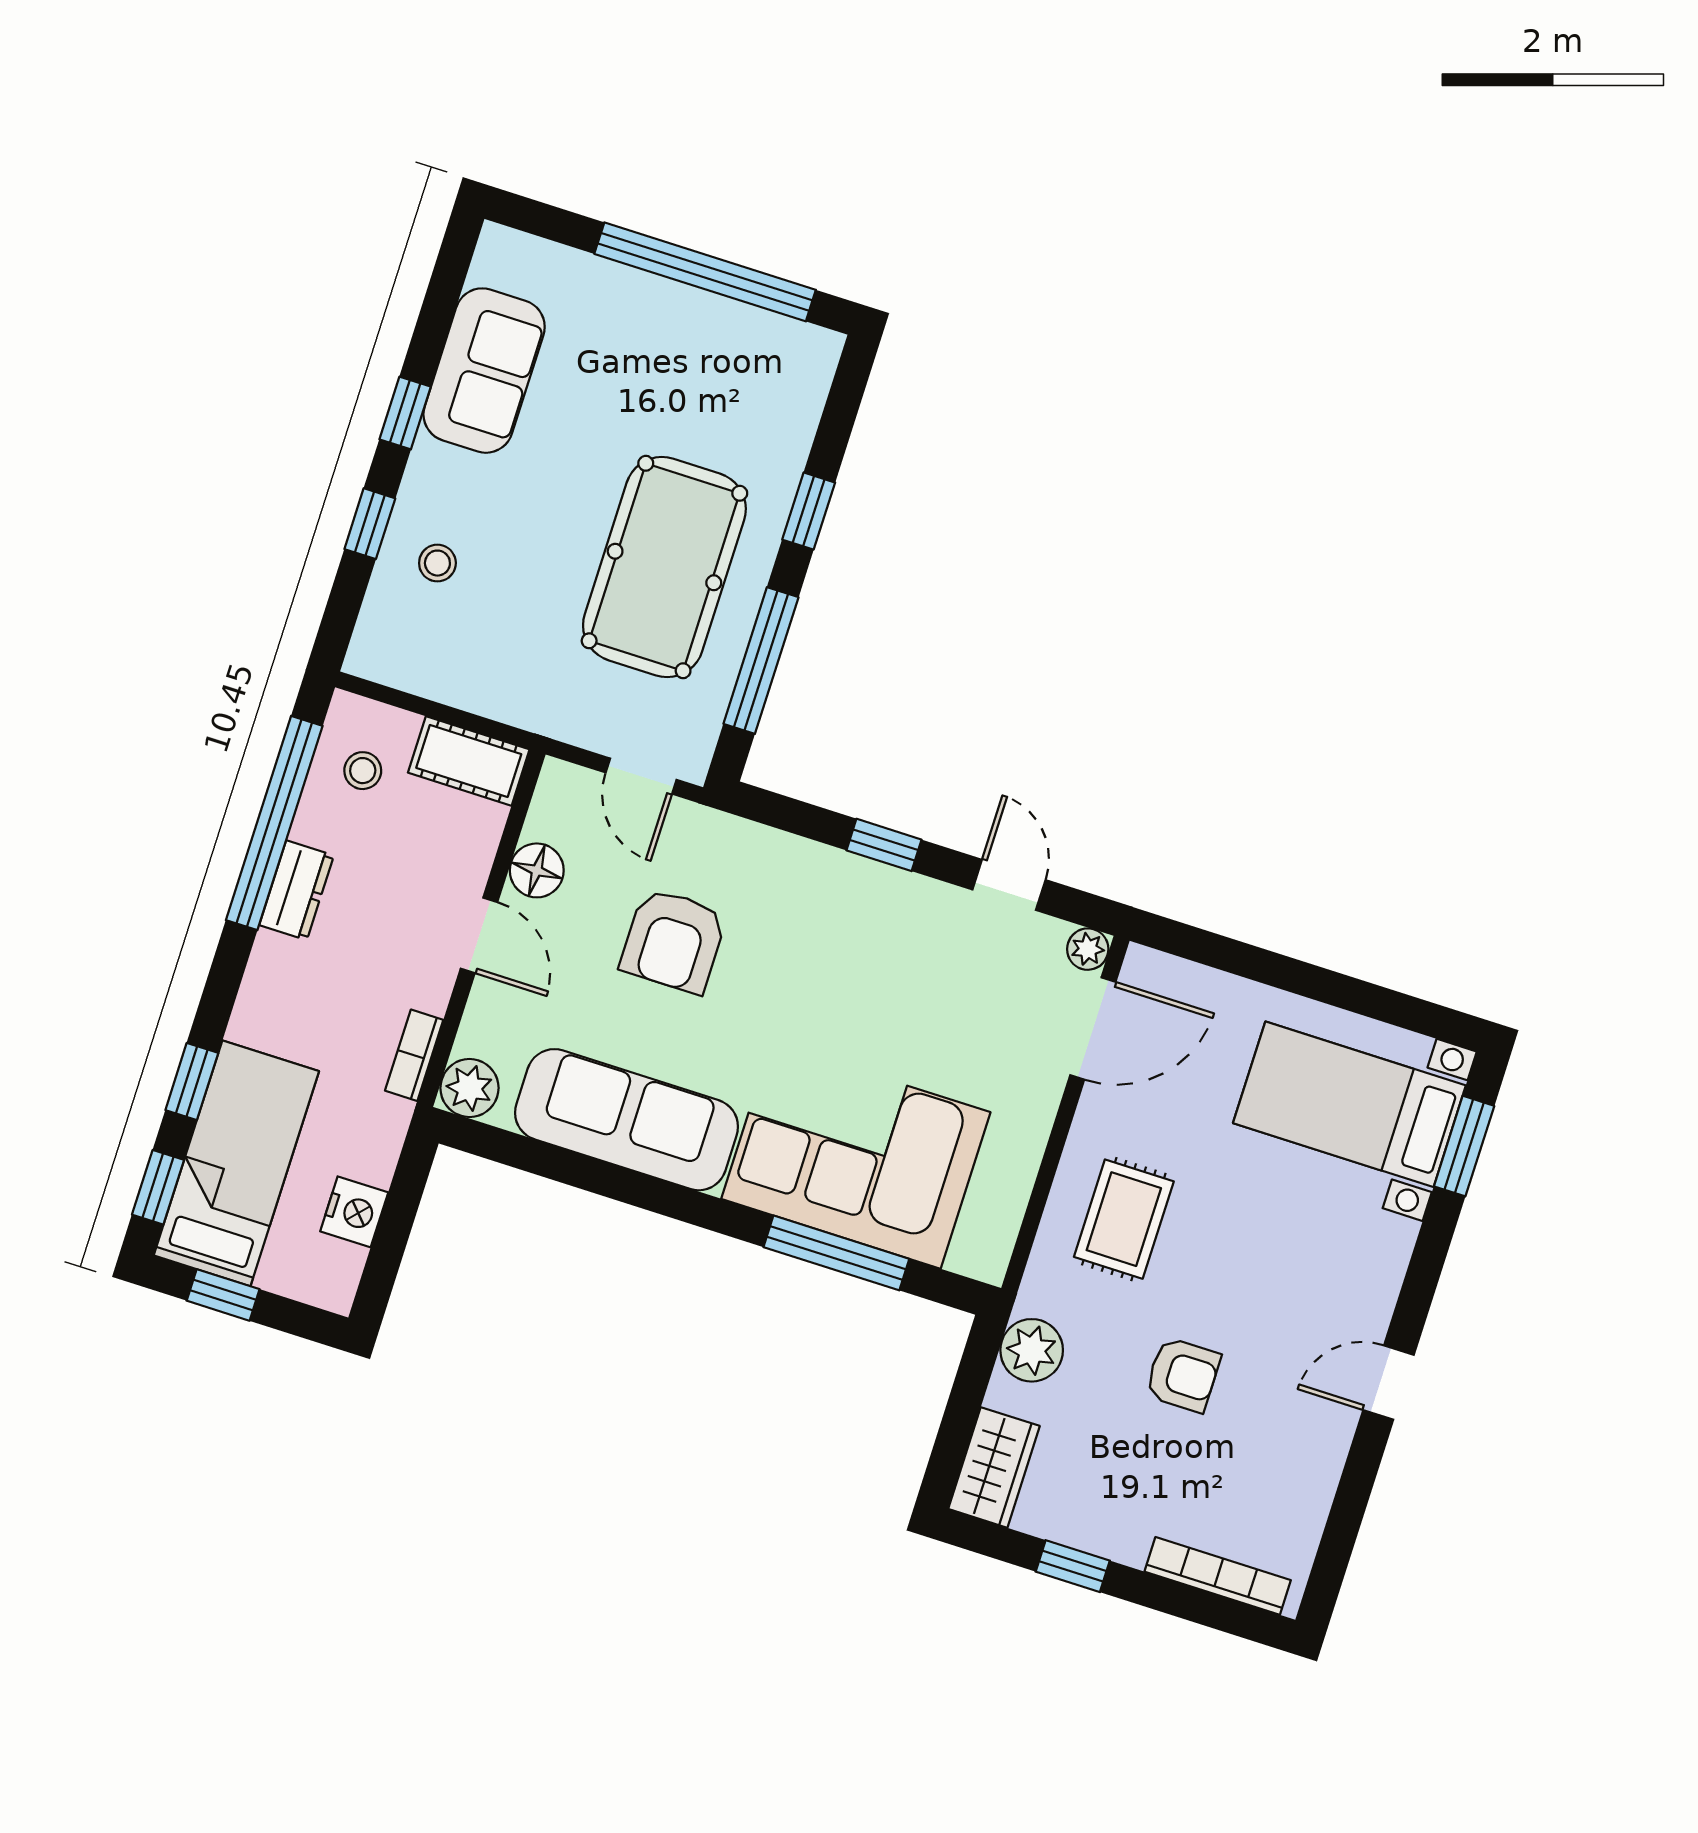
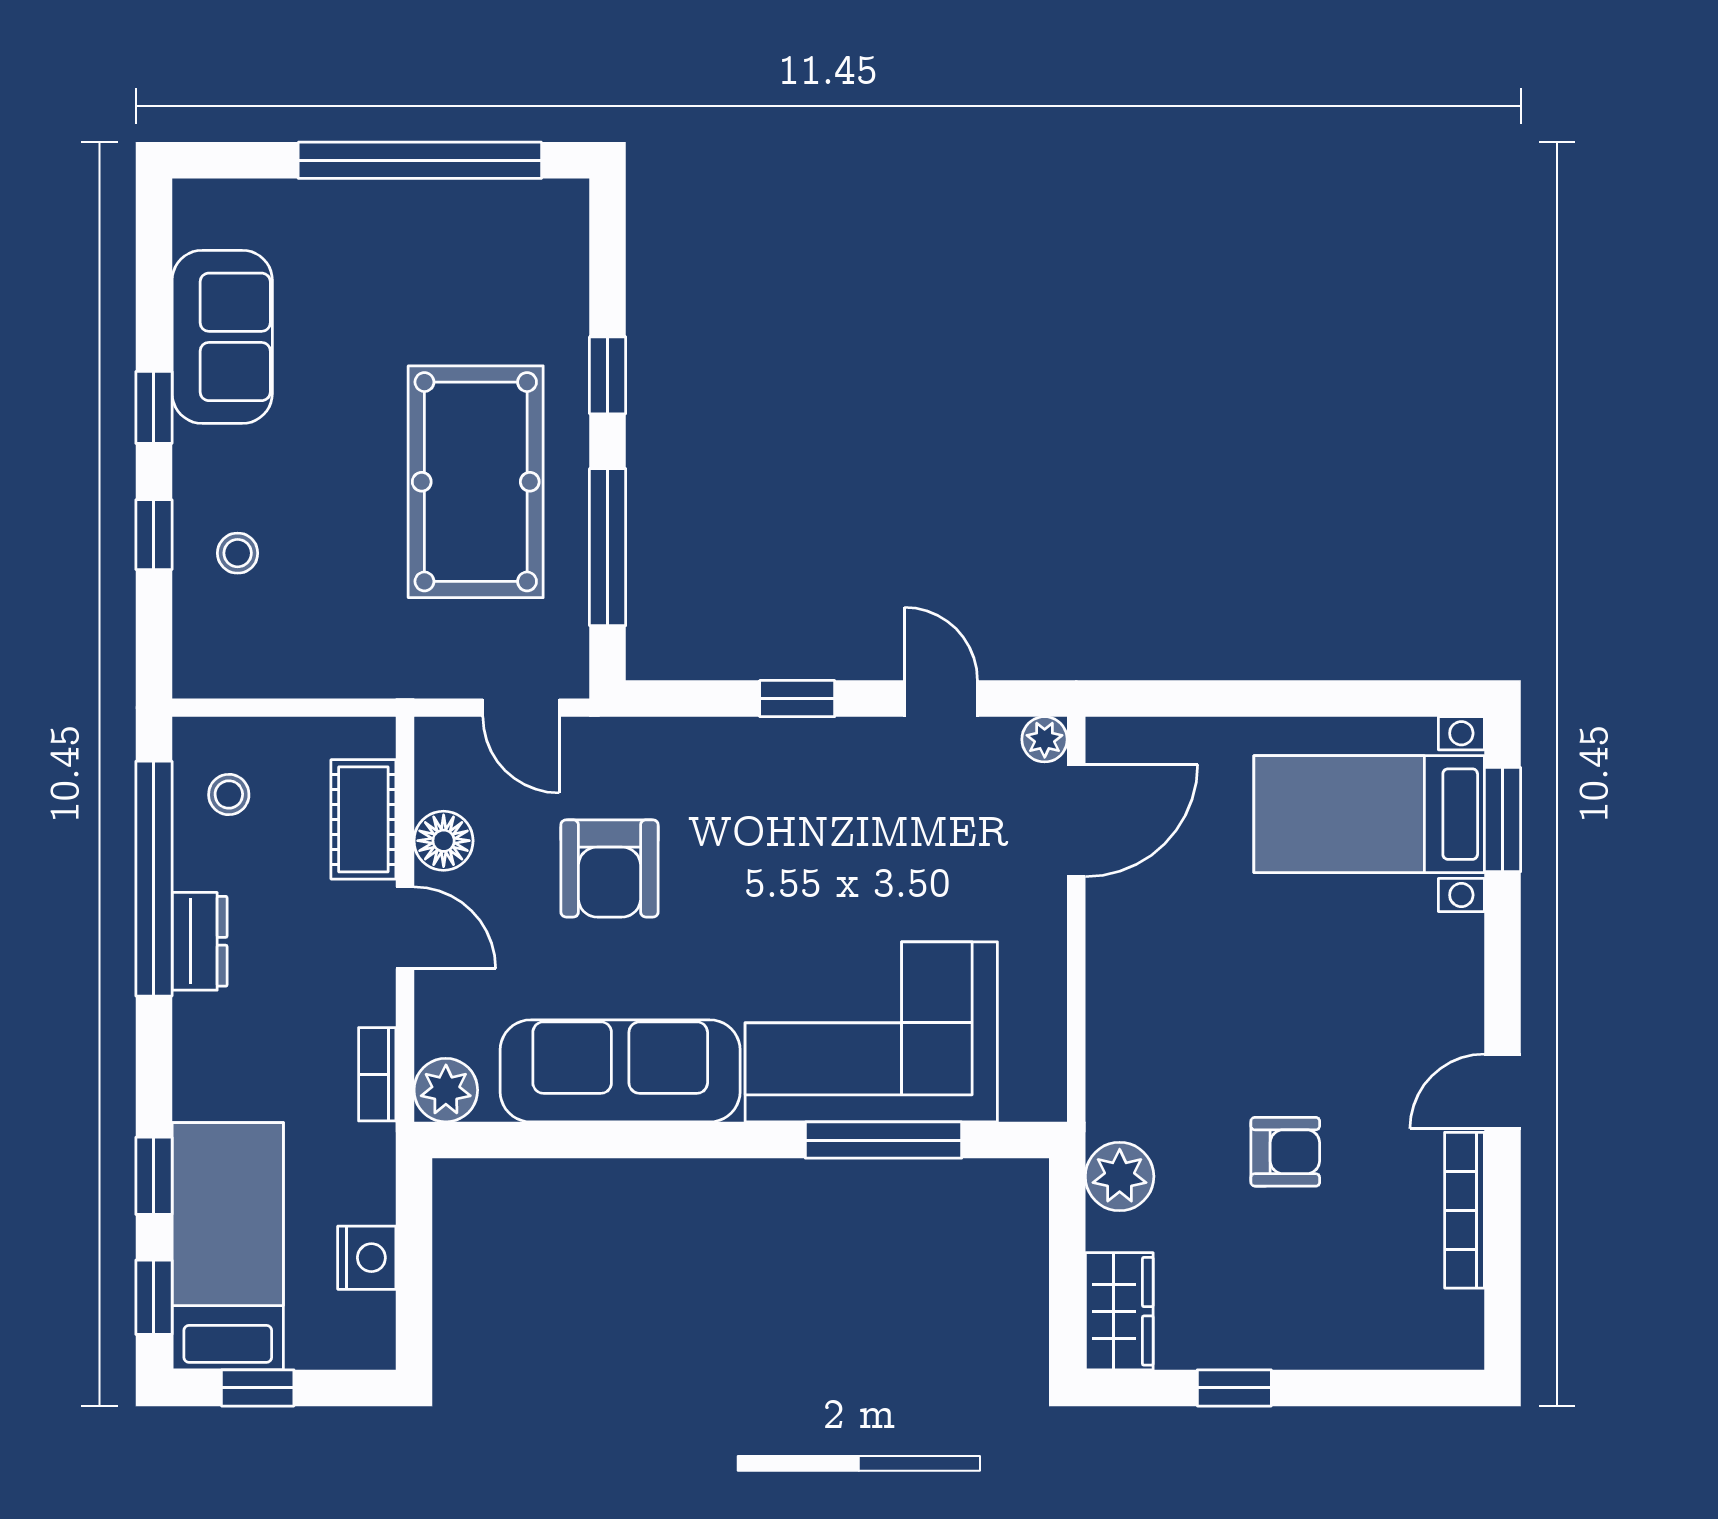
cot: (469, 761) -> (363, 819), moved, turned 90
rug: (1124, 1219) -> (1172, 1009), removed
bookcase: (1218, 1576) -> (1464, 1210), moved, turned -90

